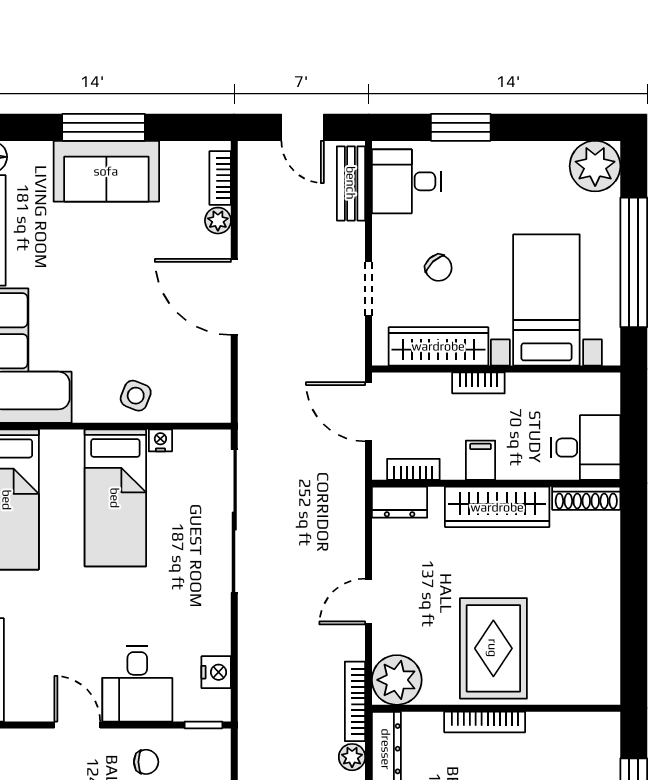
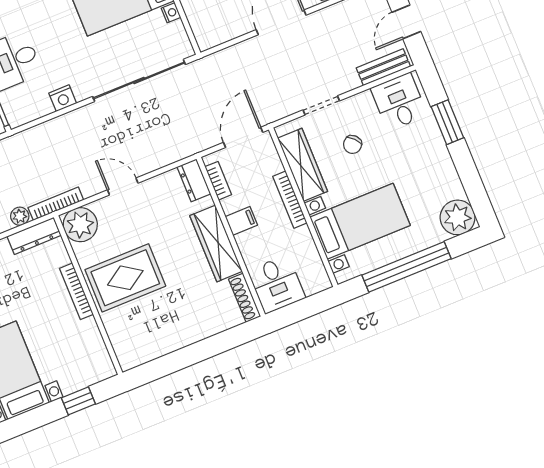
bookcase: (478, 383) -> (290, 200), width x1.56
nightstand: (216, 672) -> (63, 98), moved

